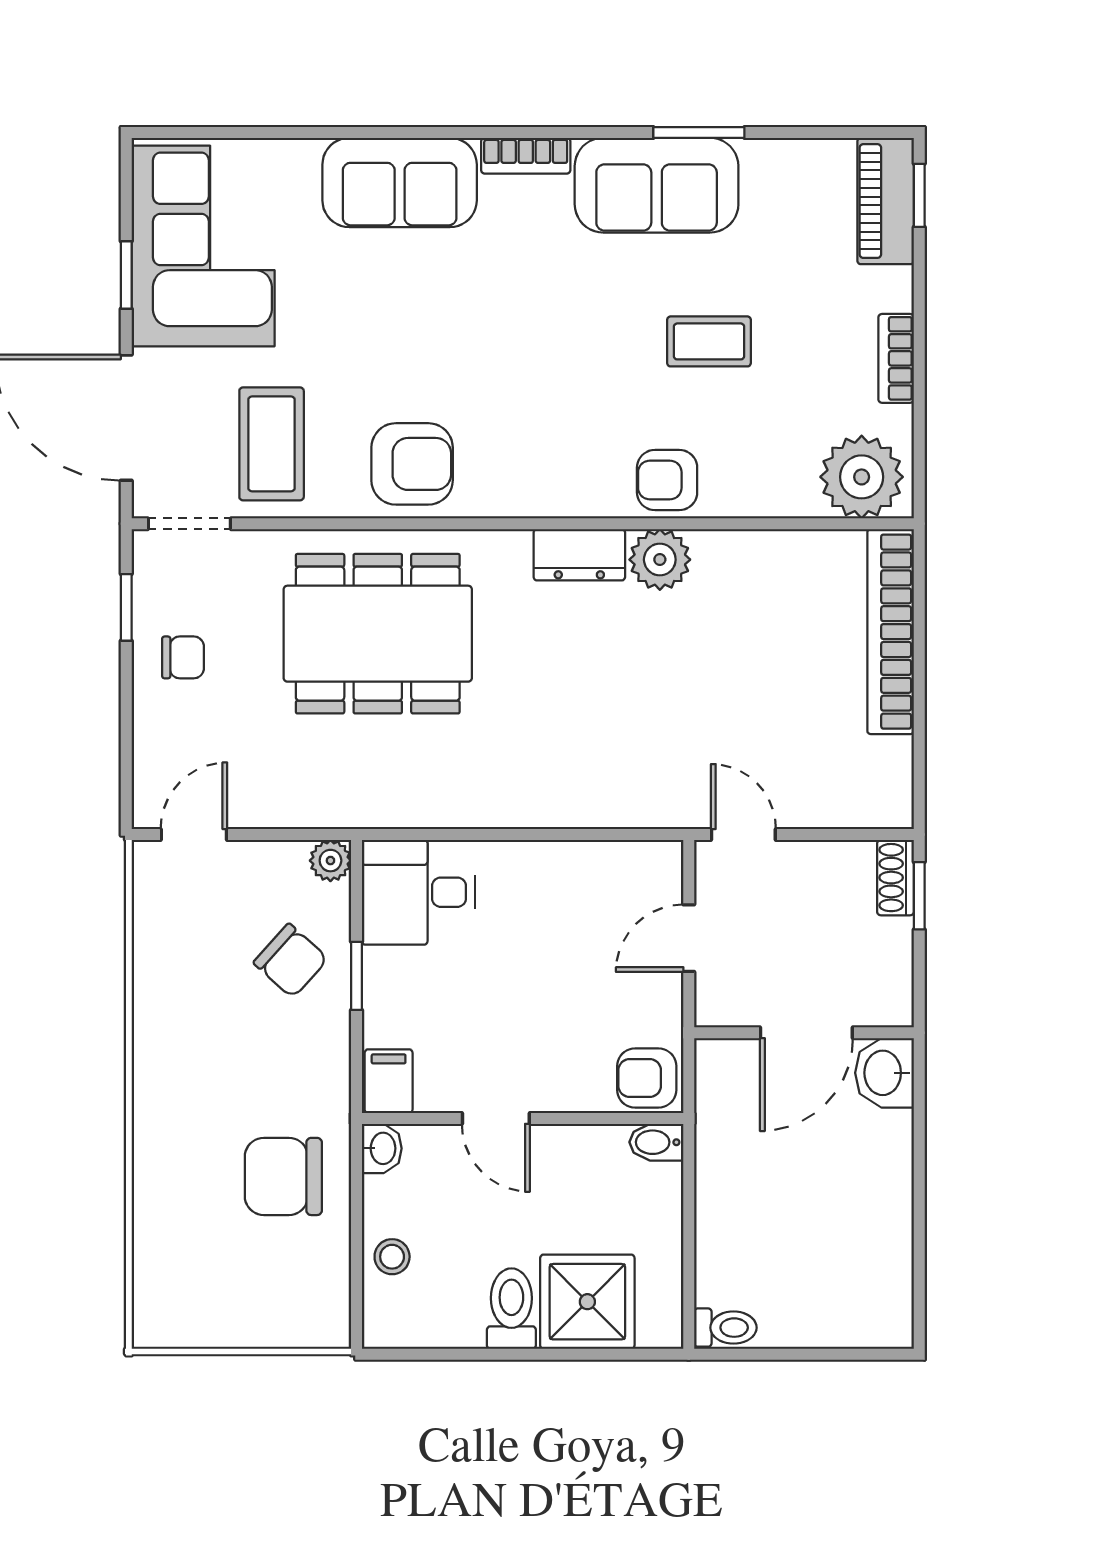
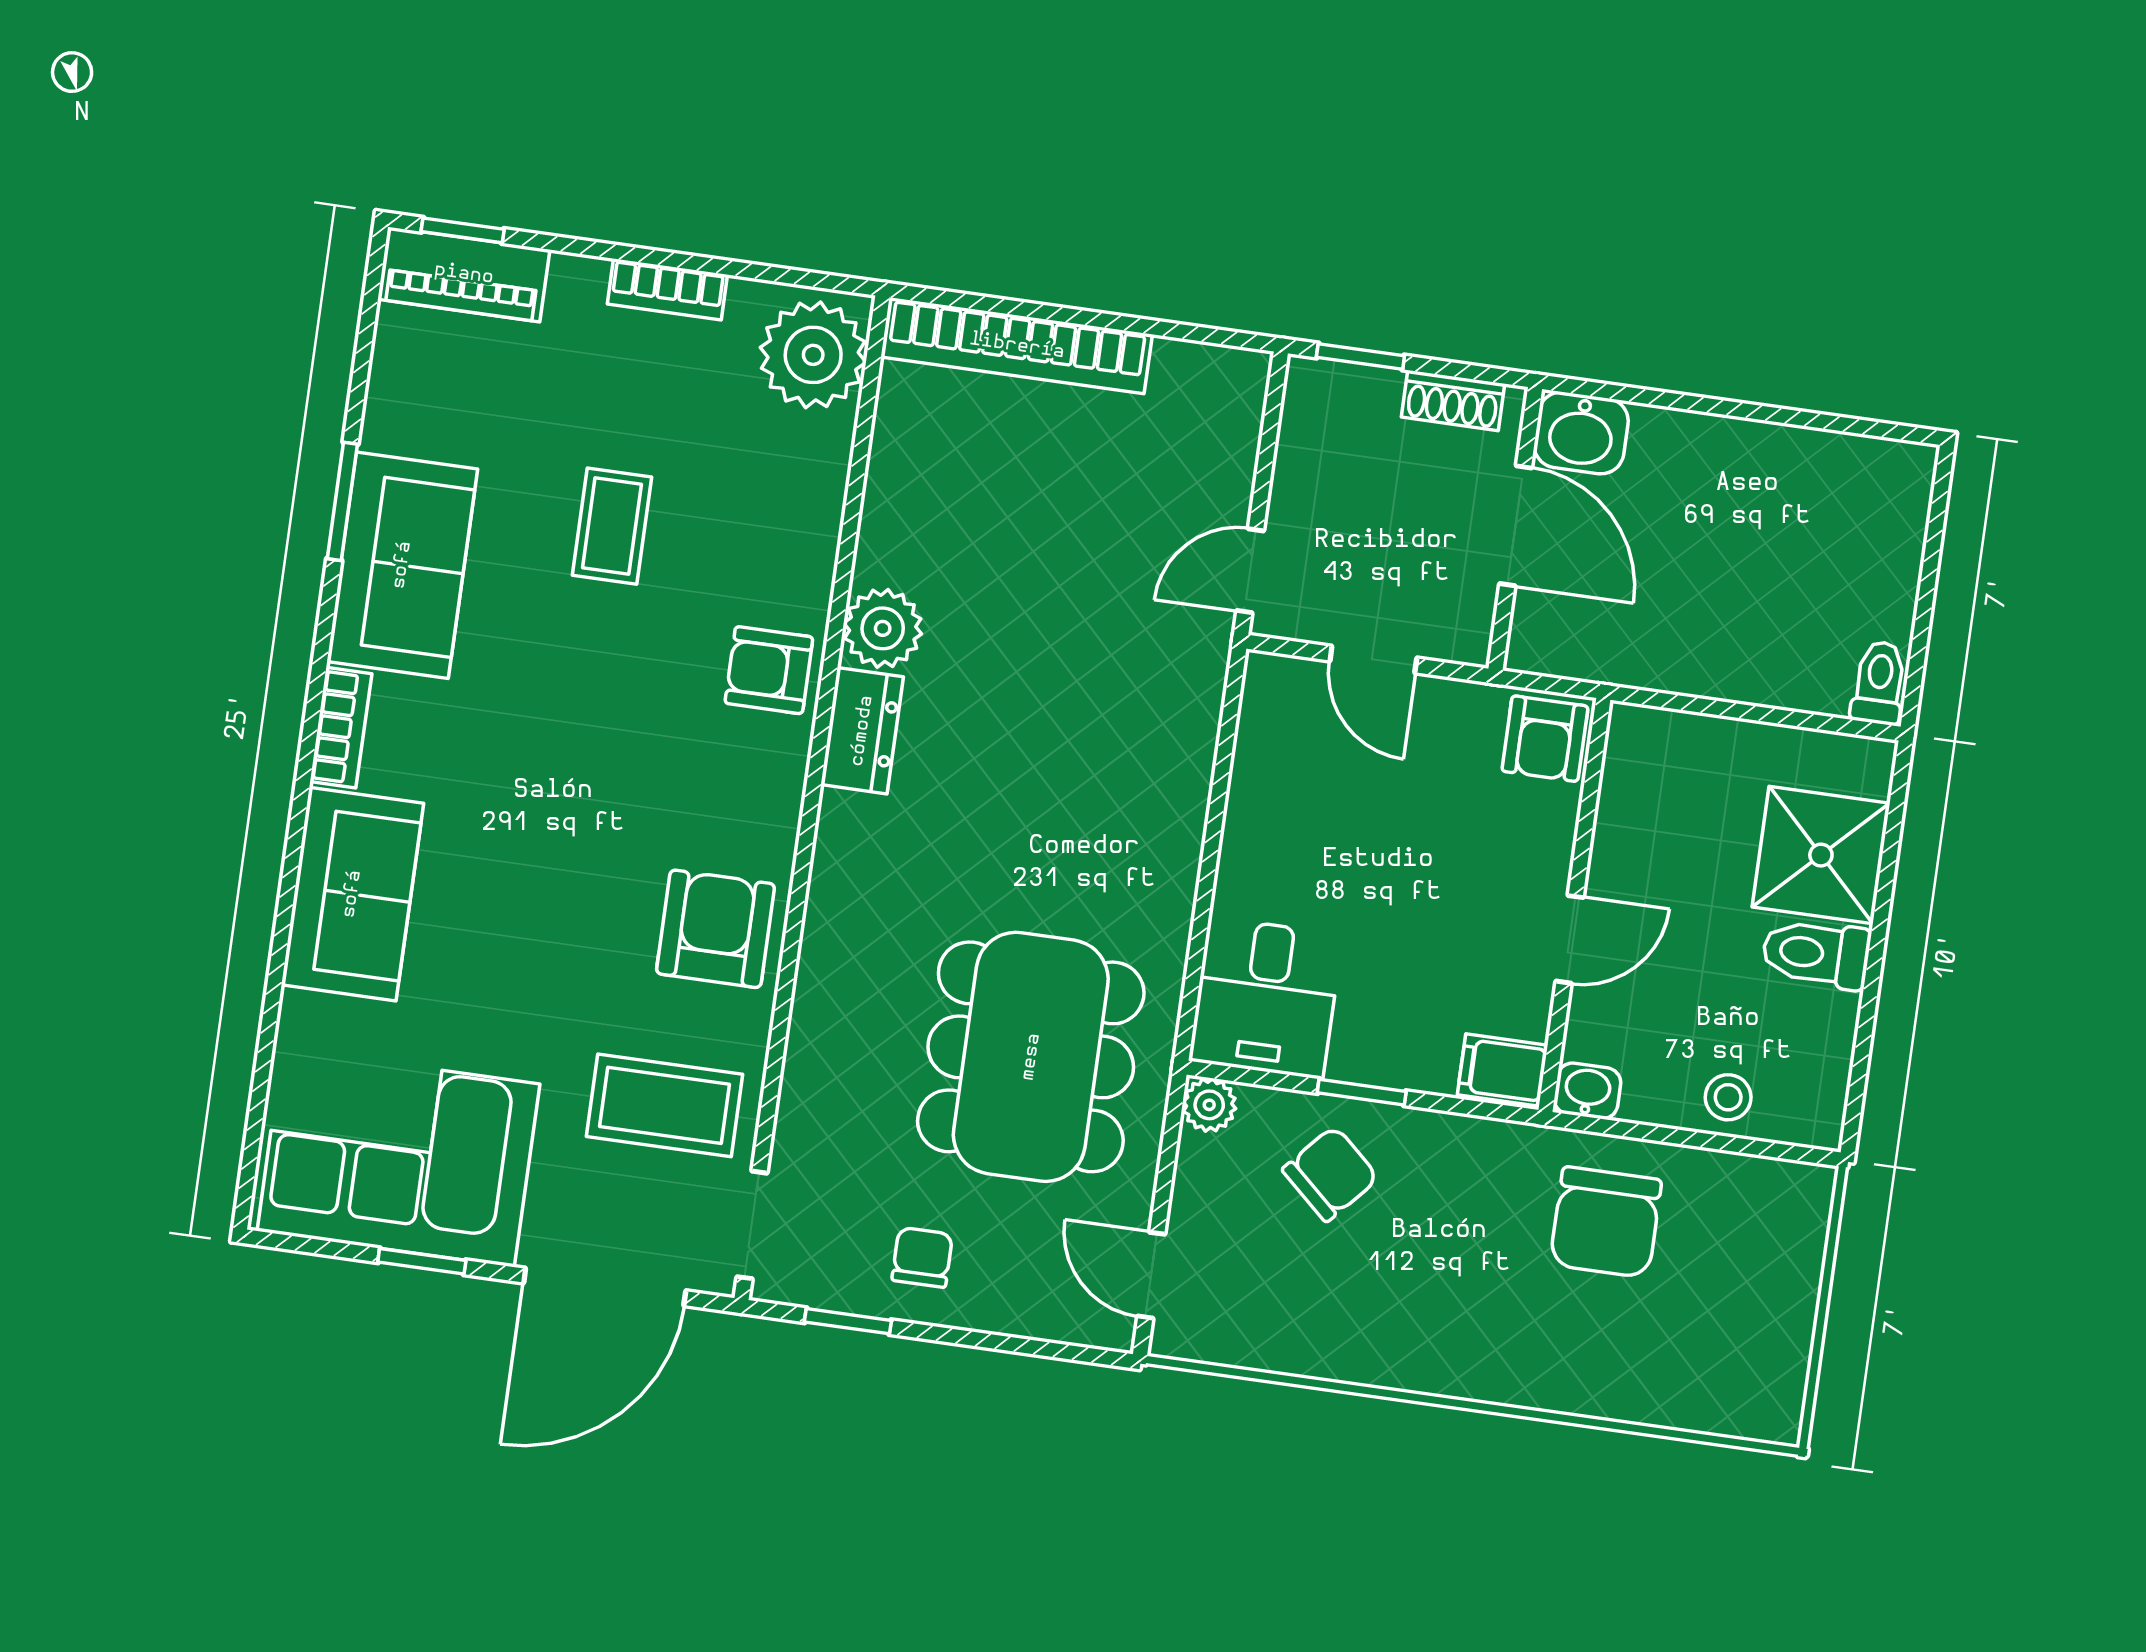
armchair: (667, 480) -> (769, 670), moved, turned 90
dining table: (378, 634) -> (1031, 1057), moved
shoe rack: (896, 878) -> (1453, 400), moved
bidet: (656, 1142) -> (1629, 738), removed

